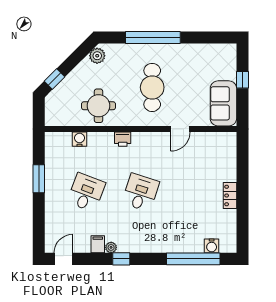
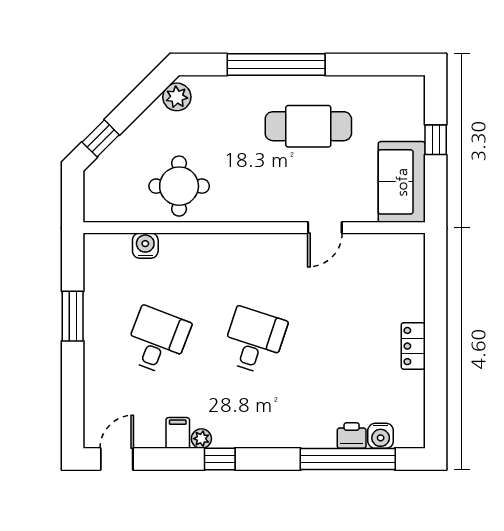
cafe table: (152, 87) -> (308, 126), moved, turned 90
printer: (123, 139) -> (352, 436), moved, turned 180

